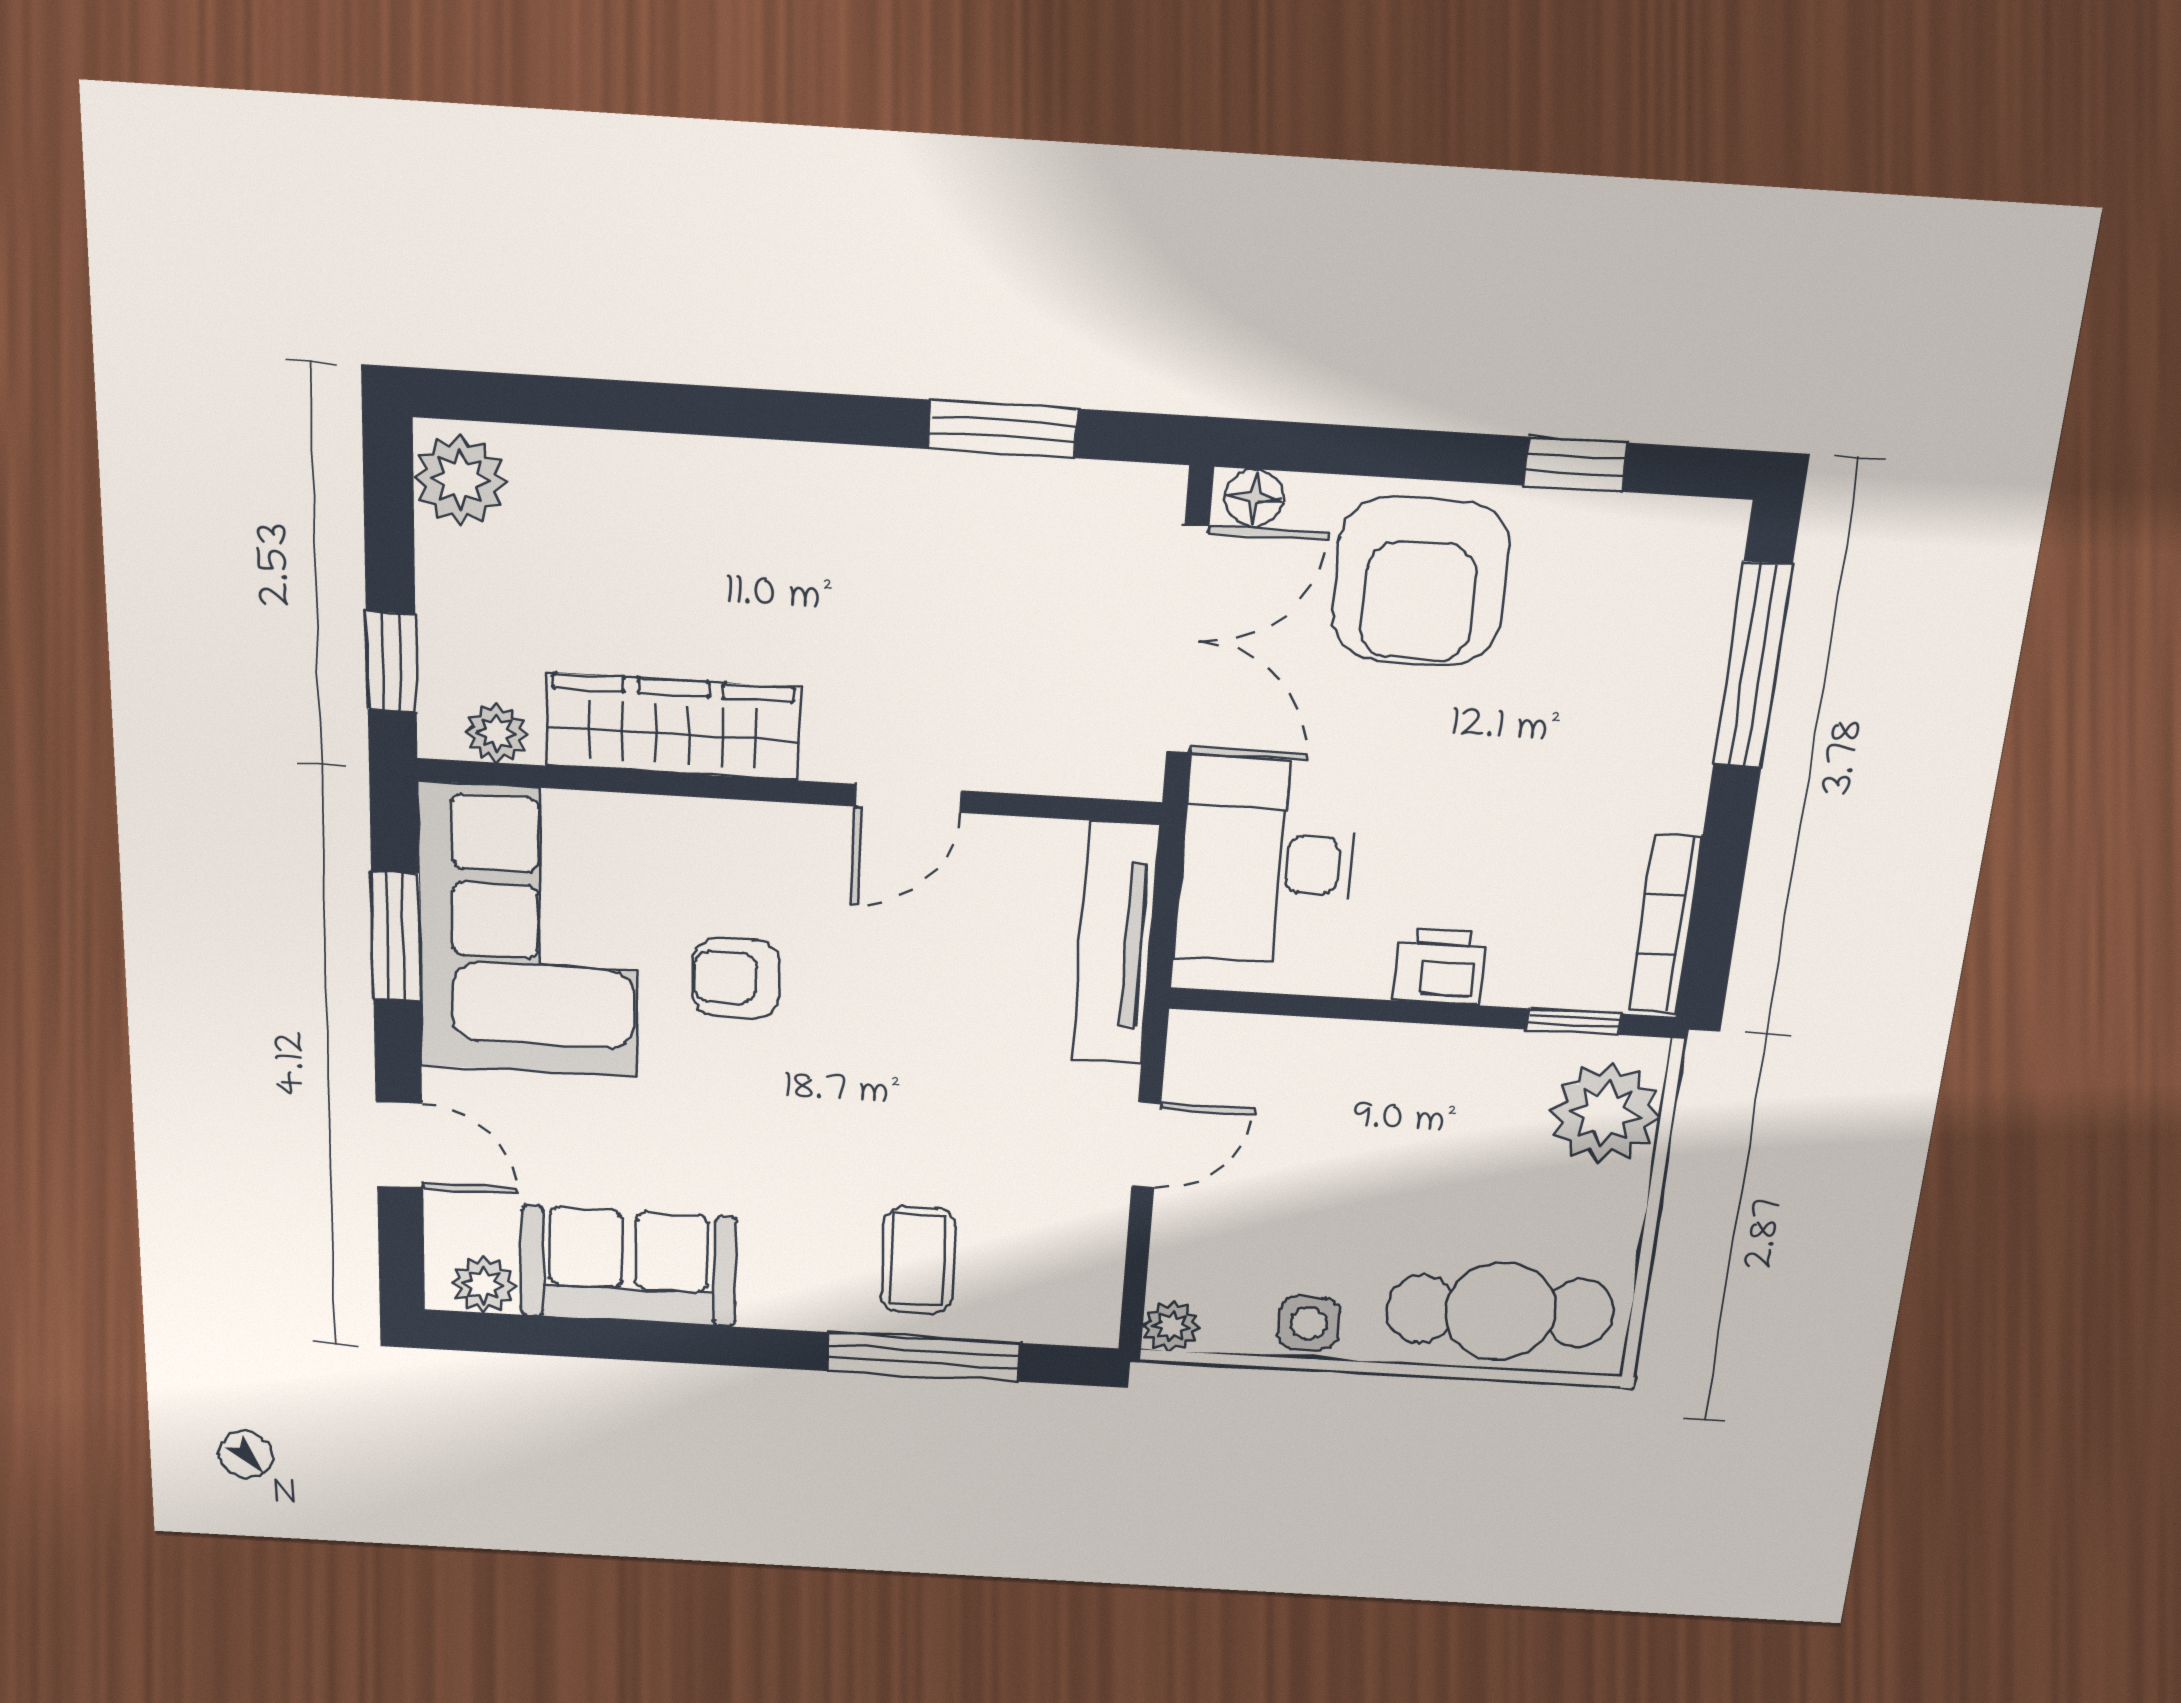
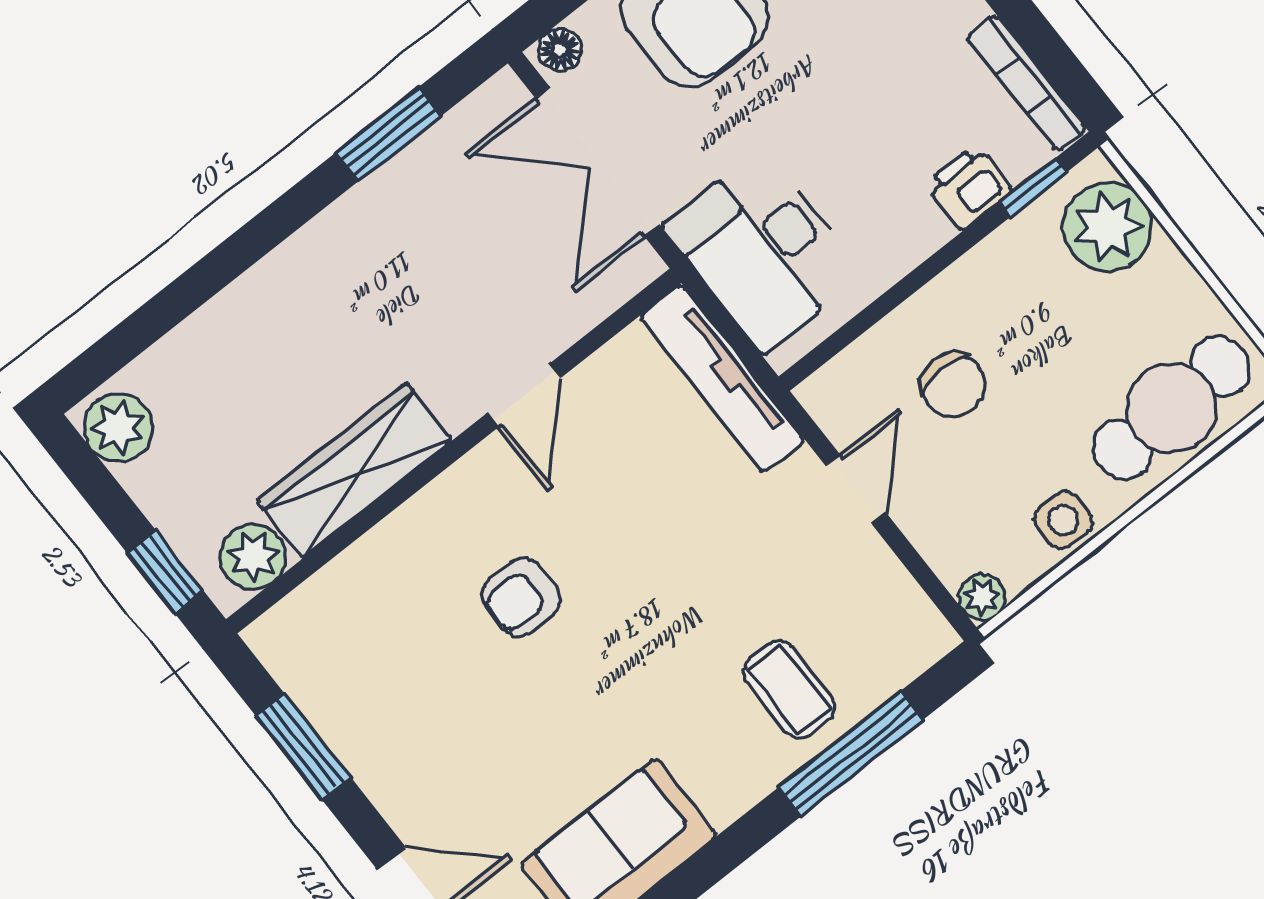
double door: (1187, 640) -> (597, 162), swing flipped
plant: (497, 733) -> (253, 556), width x1.38, depth x1.38
corner sofa: (529, 932) -> (377, 674), removed
printer: (1440, 967) -> (969, 187), moved
chair: (1325, 1130) -> (953, 385), added

